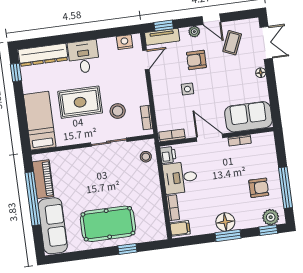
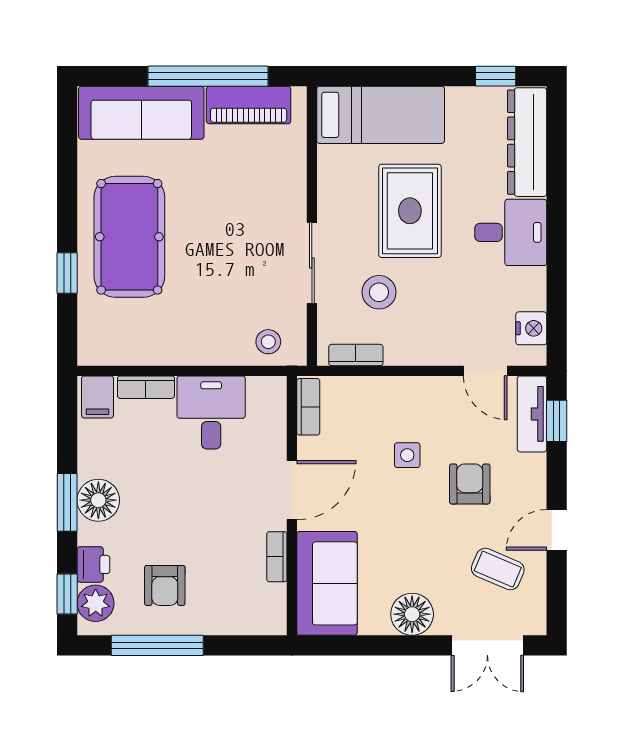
plant: (194, 32) -> (534, 488), removed
floor lamp: (261, 73) -> (412, 614), width x1.89, depth x1.89
printer: (168, 155) -> (93, 564), moved, turned -90

